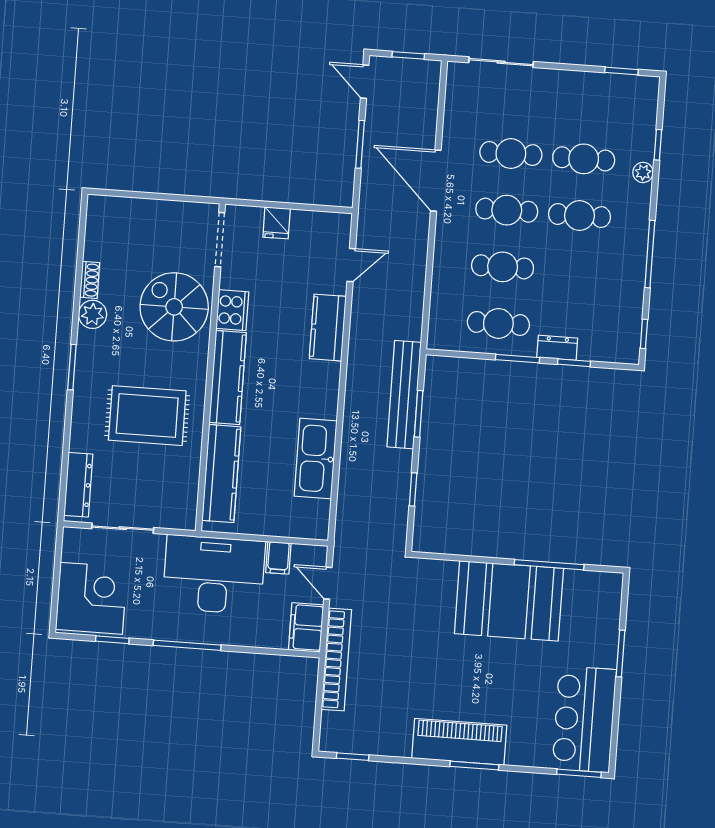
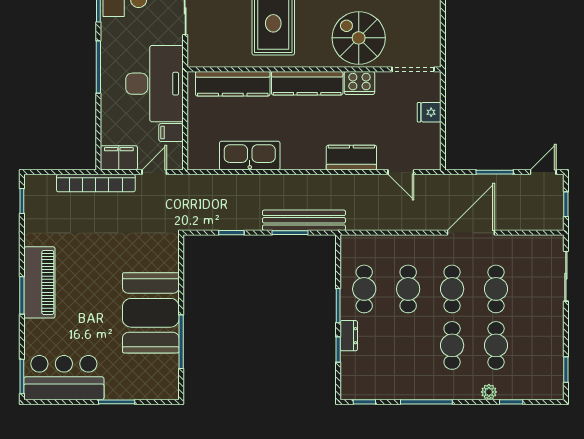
spiral stairs: (174, 307) -> (359, 38), turned -90

